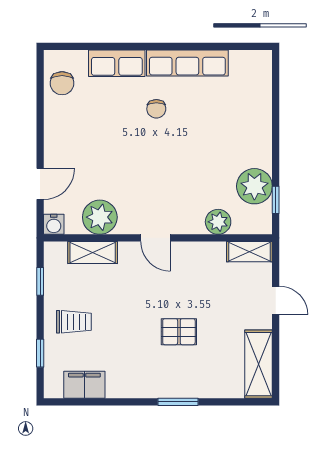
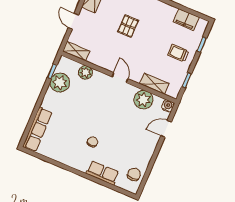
row of seats: (187, 63) -> (37, 129), moved, turned 90
pallet: (179, 332) -> (128, 26), turned 90

